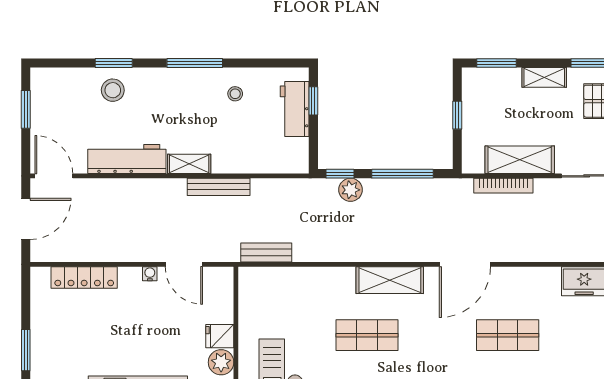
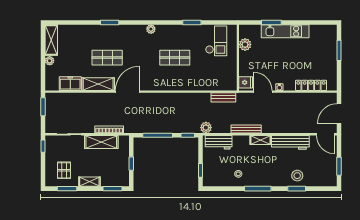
workbench: (295, 109) -> (219, 142), moved, turned 90
plant: (351, 190) -> (206, 128), moved
shelving: (390, 280) -> (98, 84), moved
fridge: (220, 336) -> (246, 82), moved

